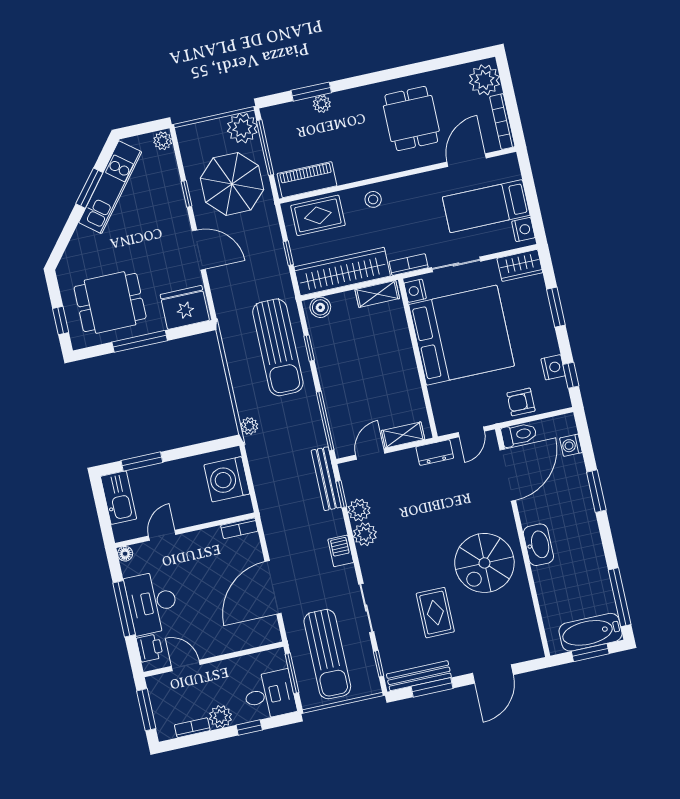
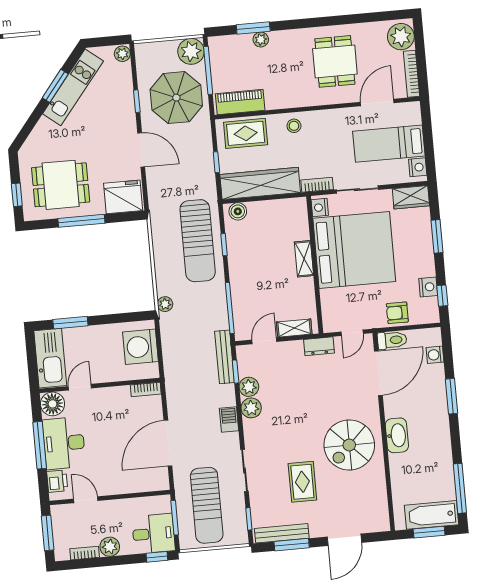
shelving: (377, 294) -> (304, 259), moved, turned 90
kitchen sink: (119, 498) -> (50, 358), width x1.36, depth x1.24
floor lamp: (125, 554) -> (53, 404), width x1.89, depth x1.89
window: (249, 728) -> (157, 557), moved

